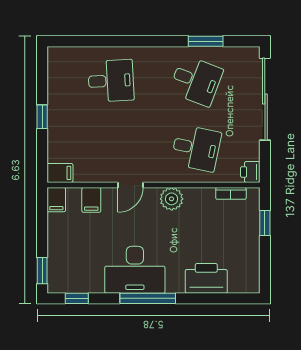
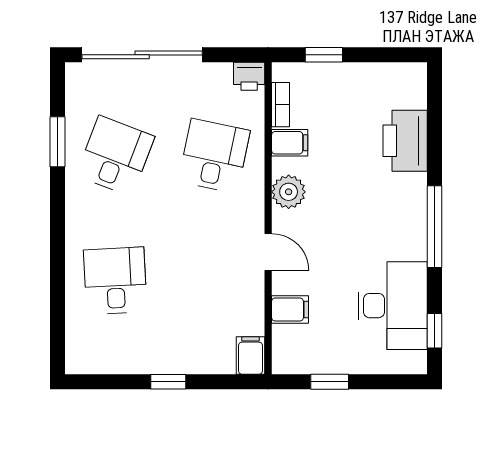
filing cabinet: (56, 200) -> (290, 143), moved
desk: (135, 270) -> (393, 306), moved
window: (42, 271) -> (330, 382), moved

